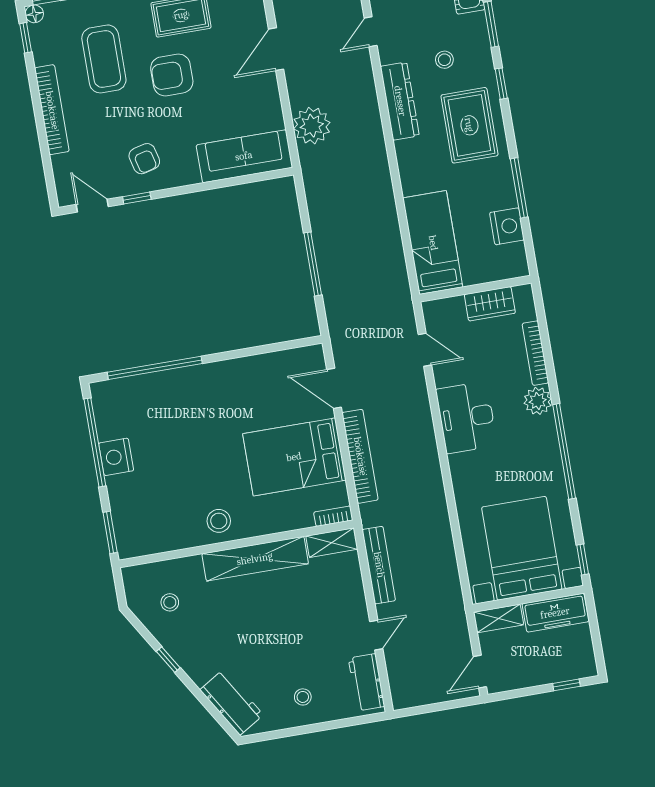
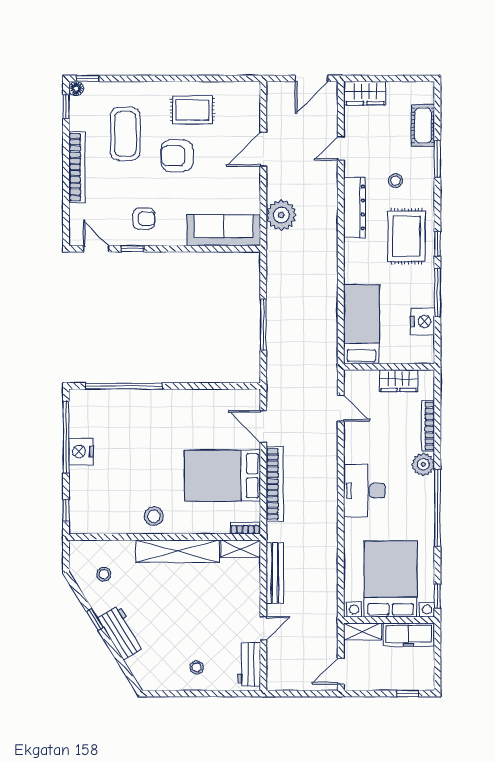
window: (501, 84) -> (437, 244), moved
armchair: (144, 159) -> (144, 218), turned -76
desk: (466, 417) -> (364, 491), moved
window: (110, 532) -> (66, 511), width x0.67
workbench: (232, 702) -> (121, 632), moved

